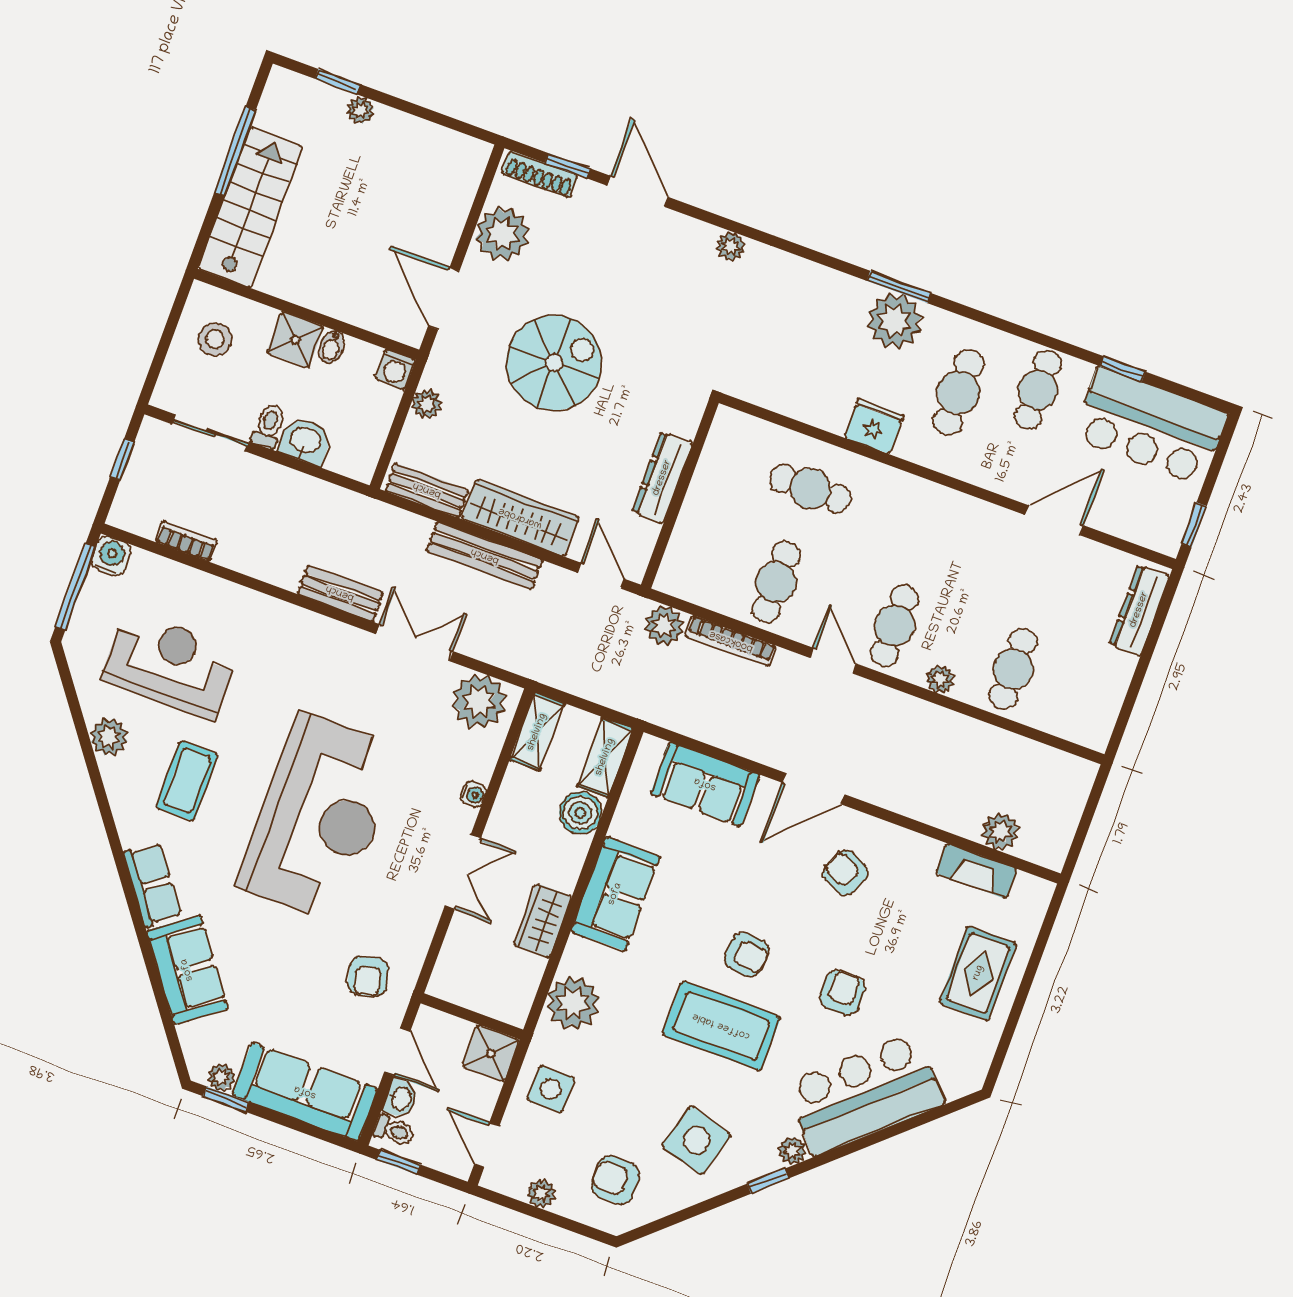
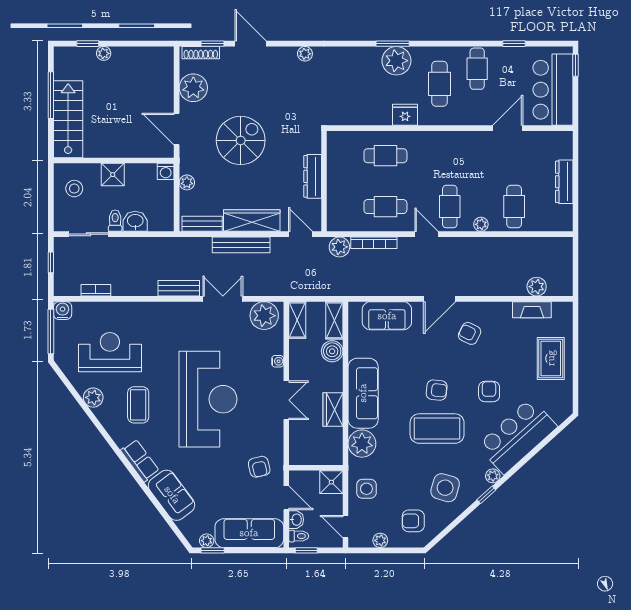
bidet: (332, 347) -> (131, 172), removed
bar counter: (1150, 426) -> (553, 90), moved, turned 90
window: (1194, 525) -> (576, 65), moved
cafe table: (776, 582) -> (385, 207), turned 90
dresser: (1139, 610) -> (564, 182), moved
sofa: (615, 894) -> (363, 393), width x1.36

